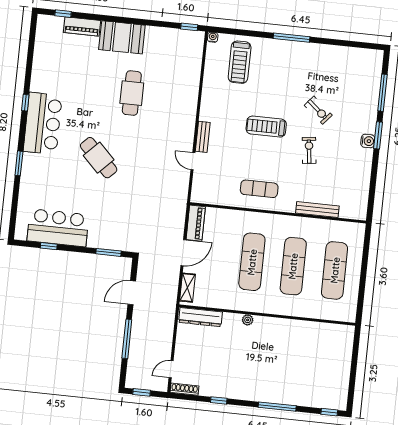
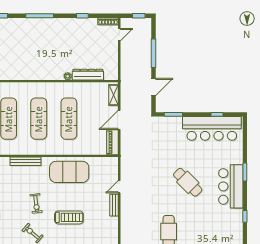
bar counter: (43, 123) -> (231, 186), moved
door: (193, 161) -> (119, 187), swing flipped
exercise mat: (259, 189) -> (69, 172), width x2.00, depth x1.45
bar counter: (58, 228) -> (212, 128), width x1.36
dresser: (200, 317) -> (88, 75), moved

